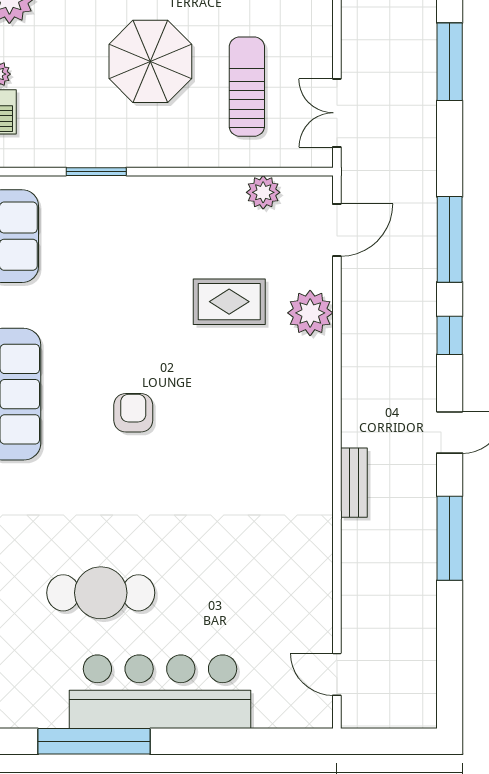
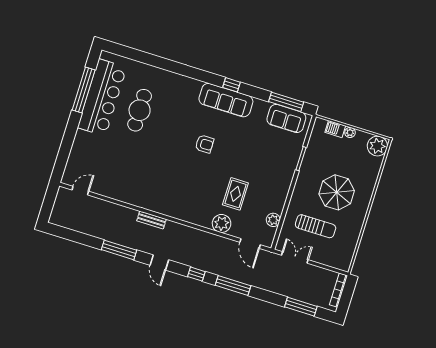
bar counter: (160, 692) -> (102, 97), moved

